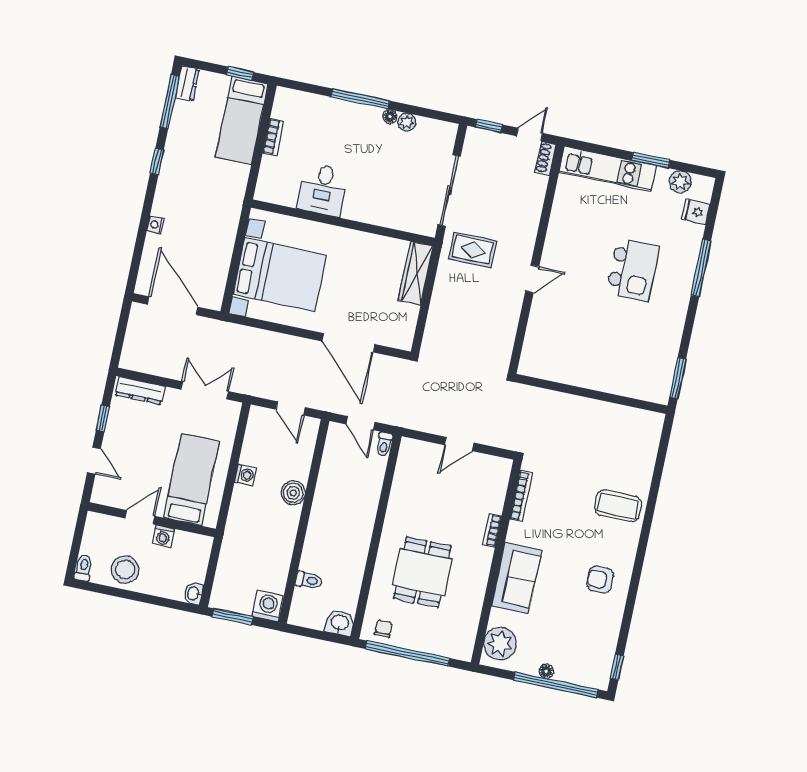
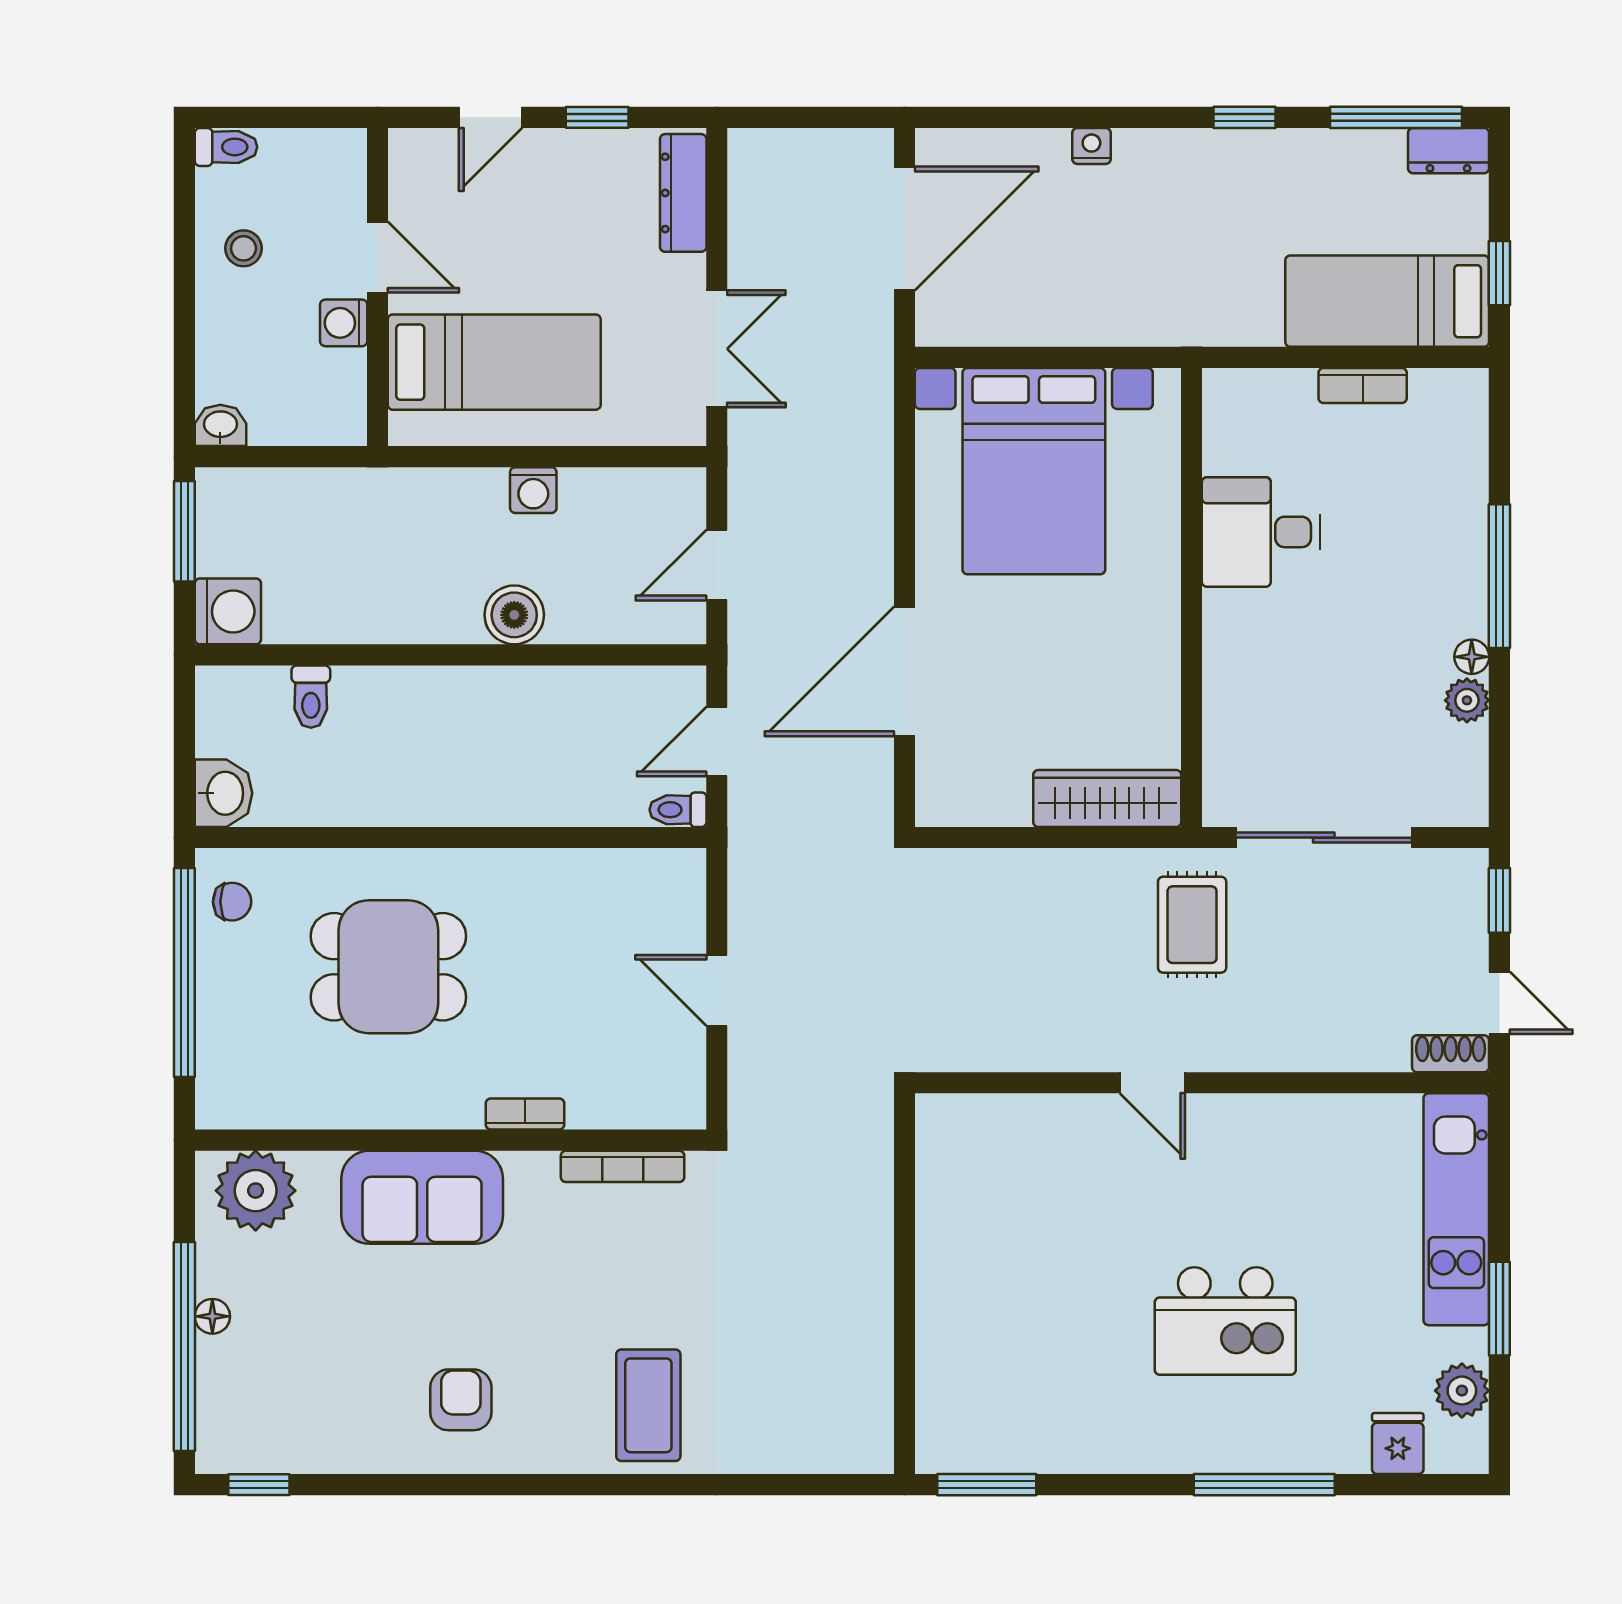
stool: (125, 570) -> (244, 248), width x0.53, depth x0.53

